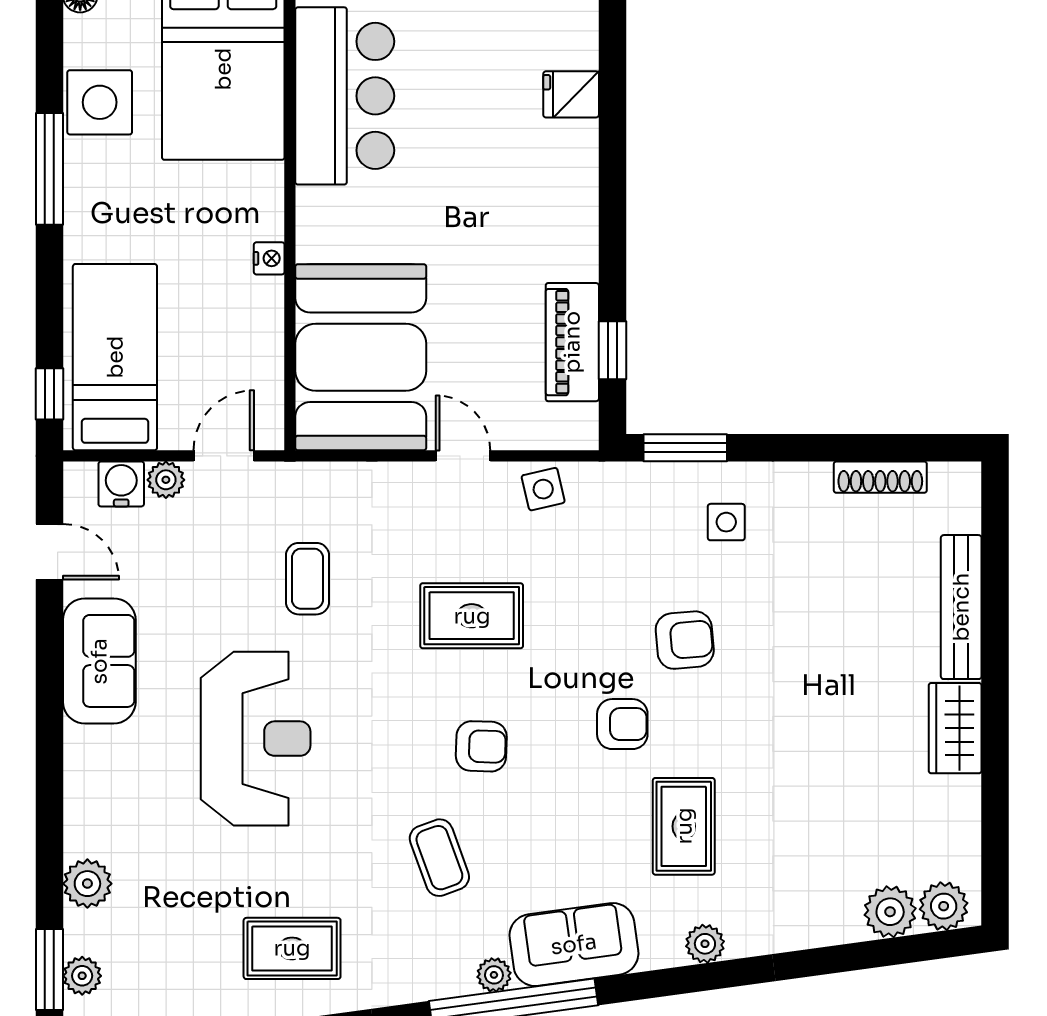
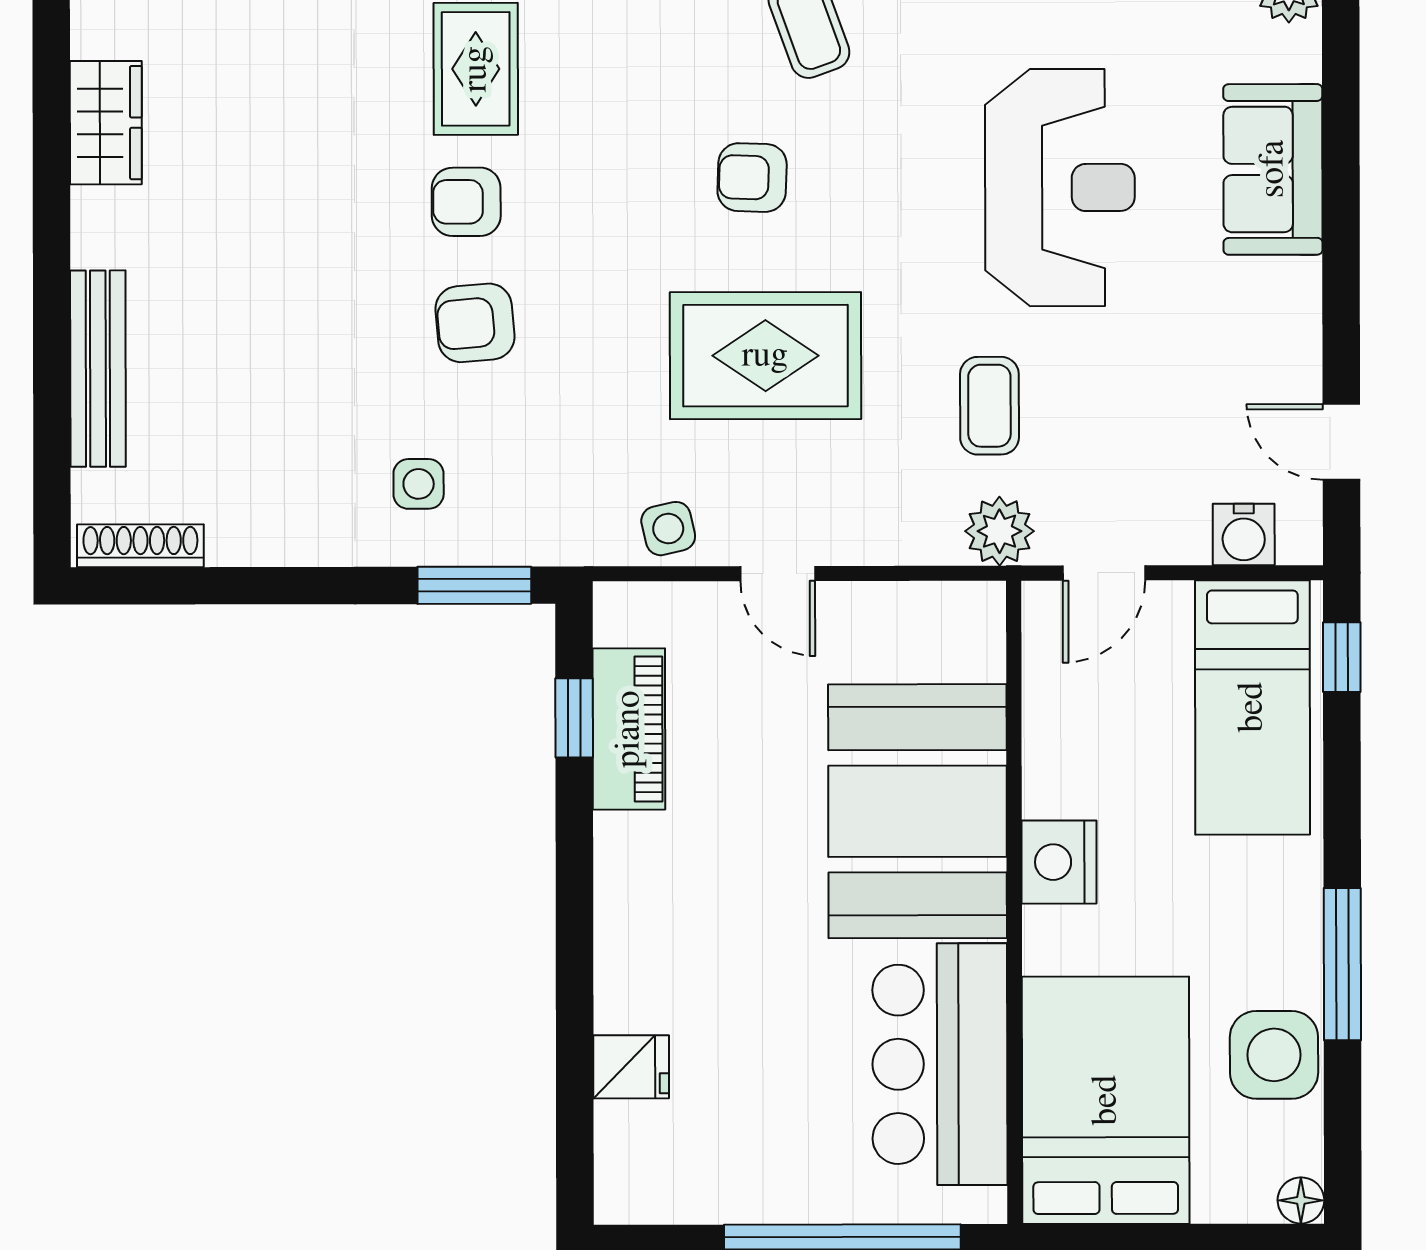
nightstand: (269, 258) -> (1059, 862), width x1.89, depth x1.79
booth: (361, 357) -> (918, 811), moved
shoe rack: (880, 477) -> (140, 546), moved
plant: (166, 480) -> (999, 531), moved, width x1.38, depth x1.38
rug: (472, 616) -> (765, 356), width x1.36, depth x1.43
sofa: (99, 661) -> (1273, 169), moved
armchair: (622, 724) -> (466, 202), moved
wardrobe: (955, 728) -> (106, 123), moved
reception desk: (256, 739) -> (1060, 188), turned 180

